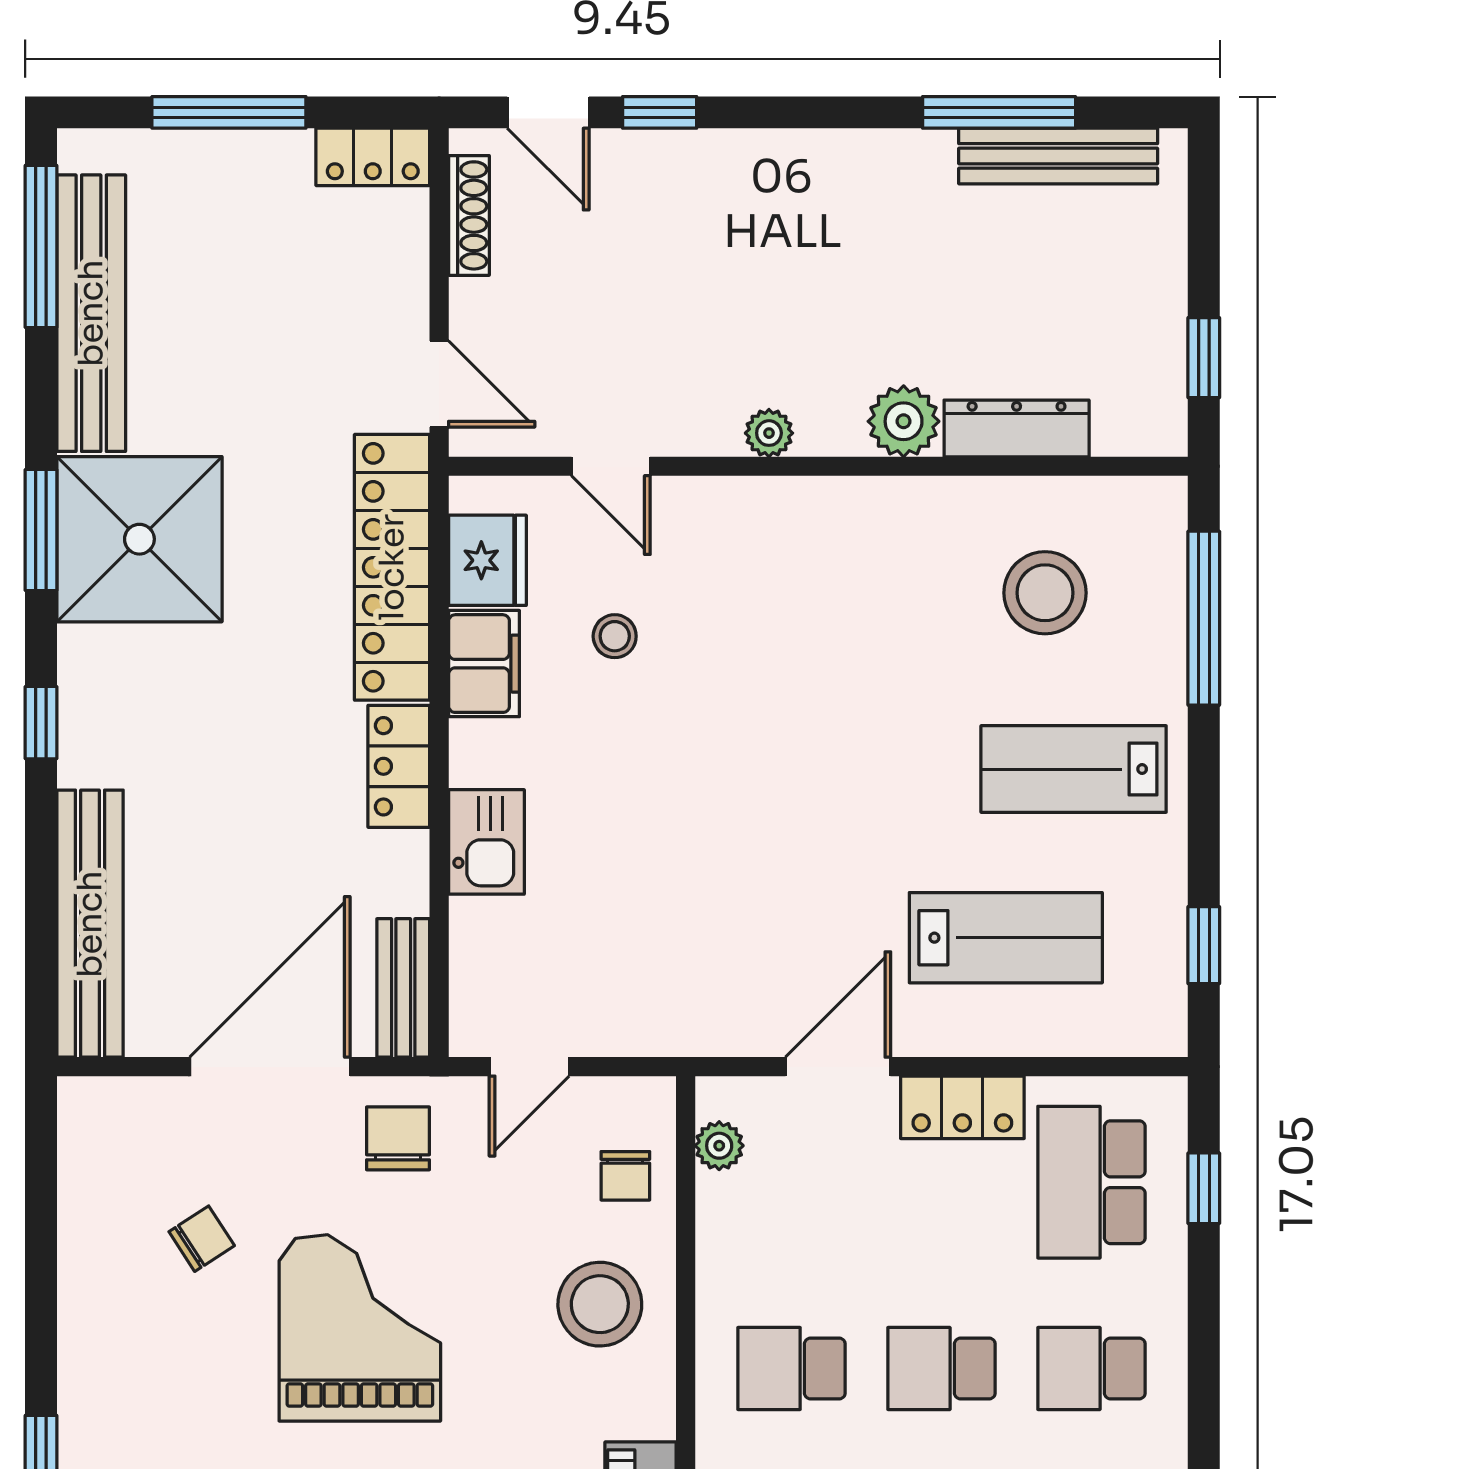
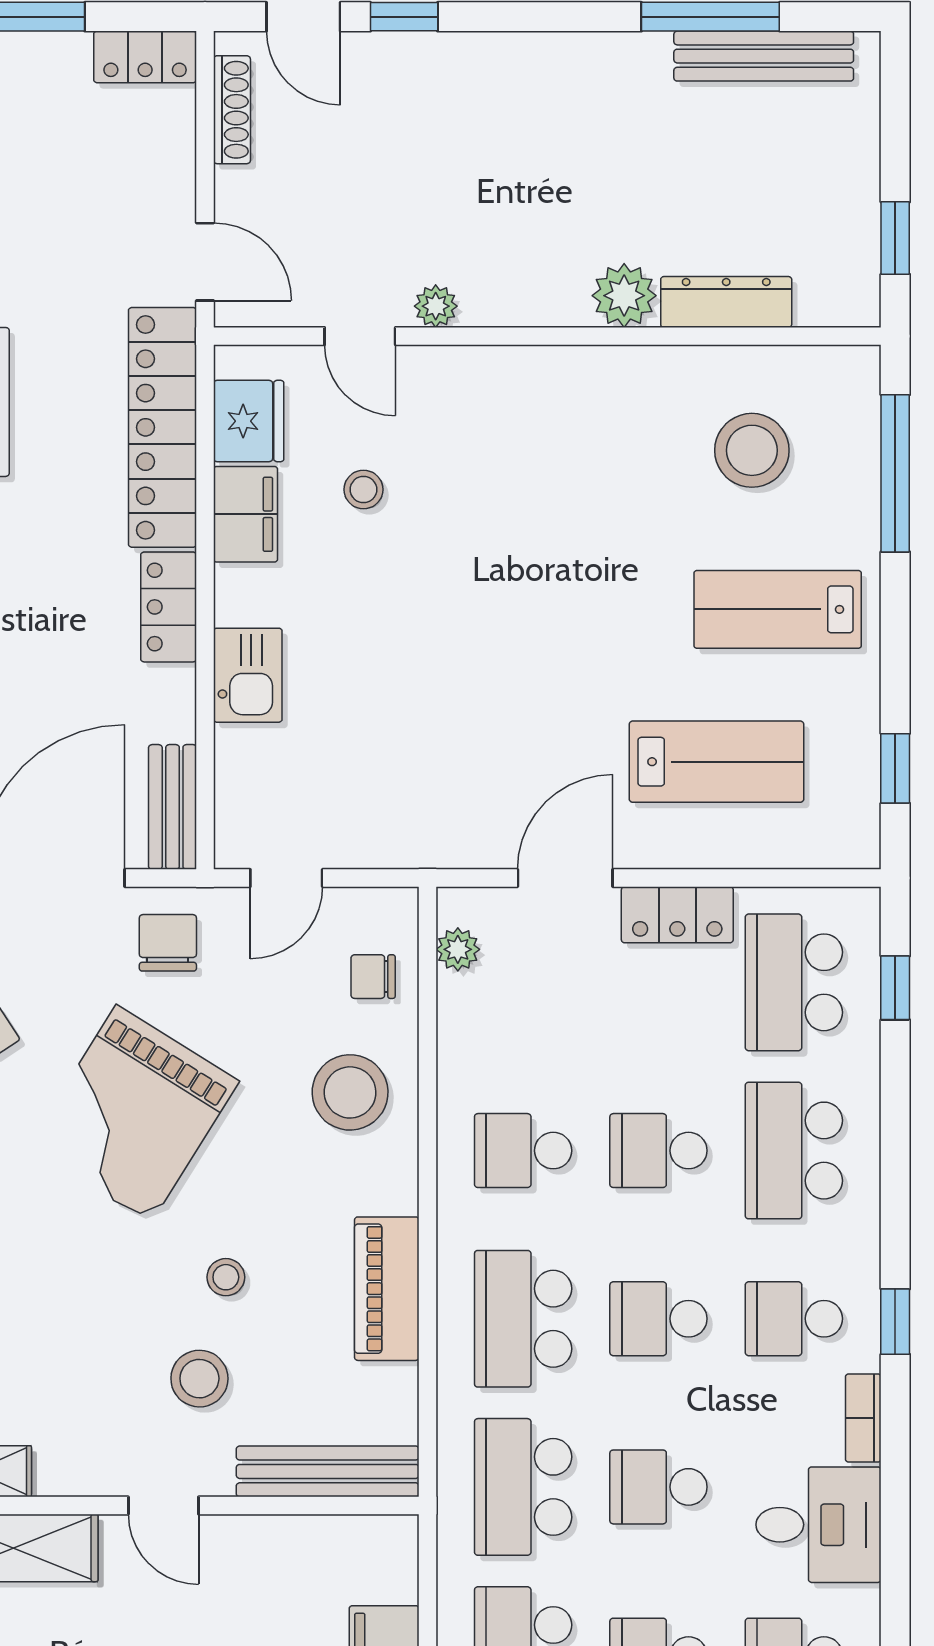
plant: (769, 433) -> (436, 306), moved
chair: (625, 1176) -> (373, 977), turned 90
grand piano: (360, 1328) -> (133, 1114), turned -148
school desk: (1092, 1369) -> (794, 1151), width x1.85

